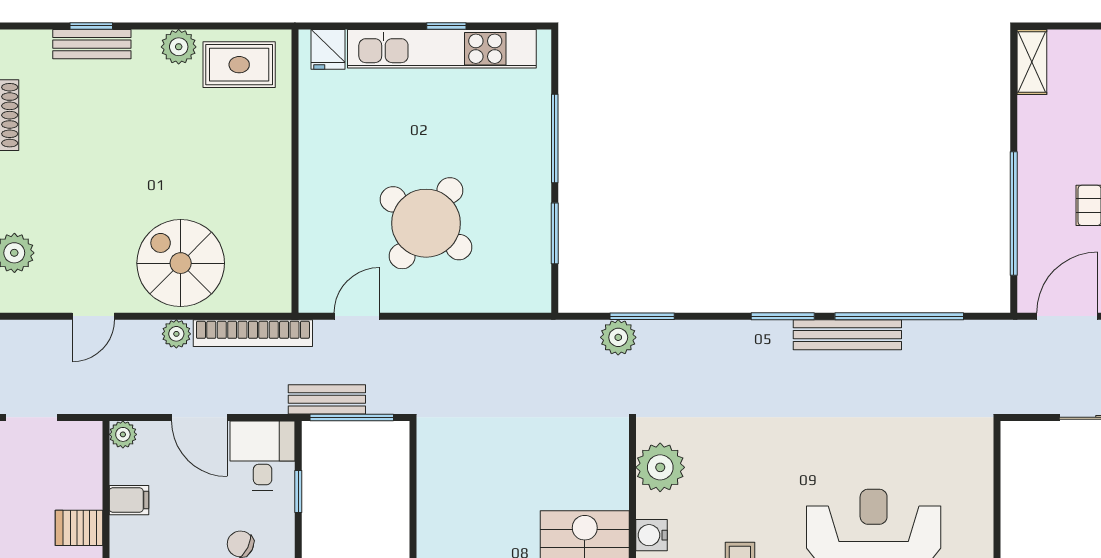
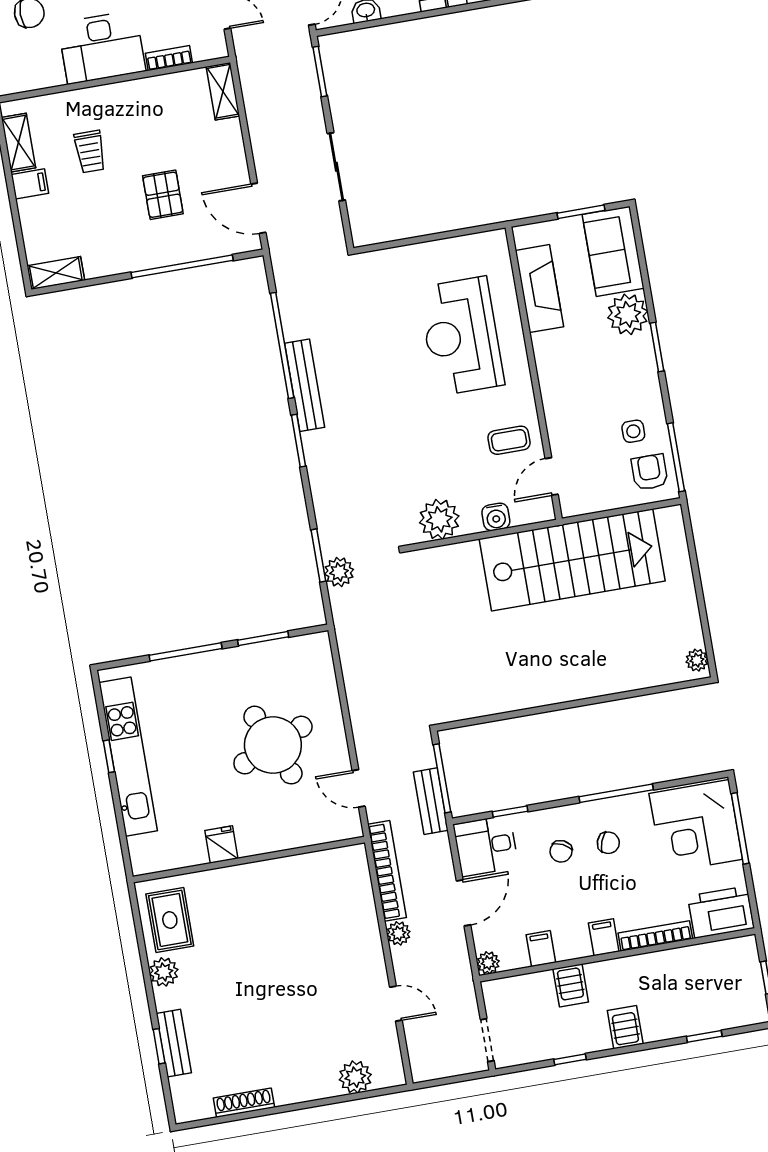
fridge: (328, 49) -> (221, 844), moved, turned -90
round table: (426, 223) -> (273, 745), turned 31
spiral stairs: (181, 263) -> (340, 940), removed

